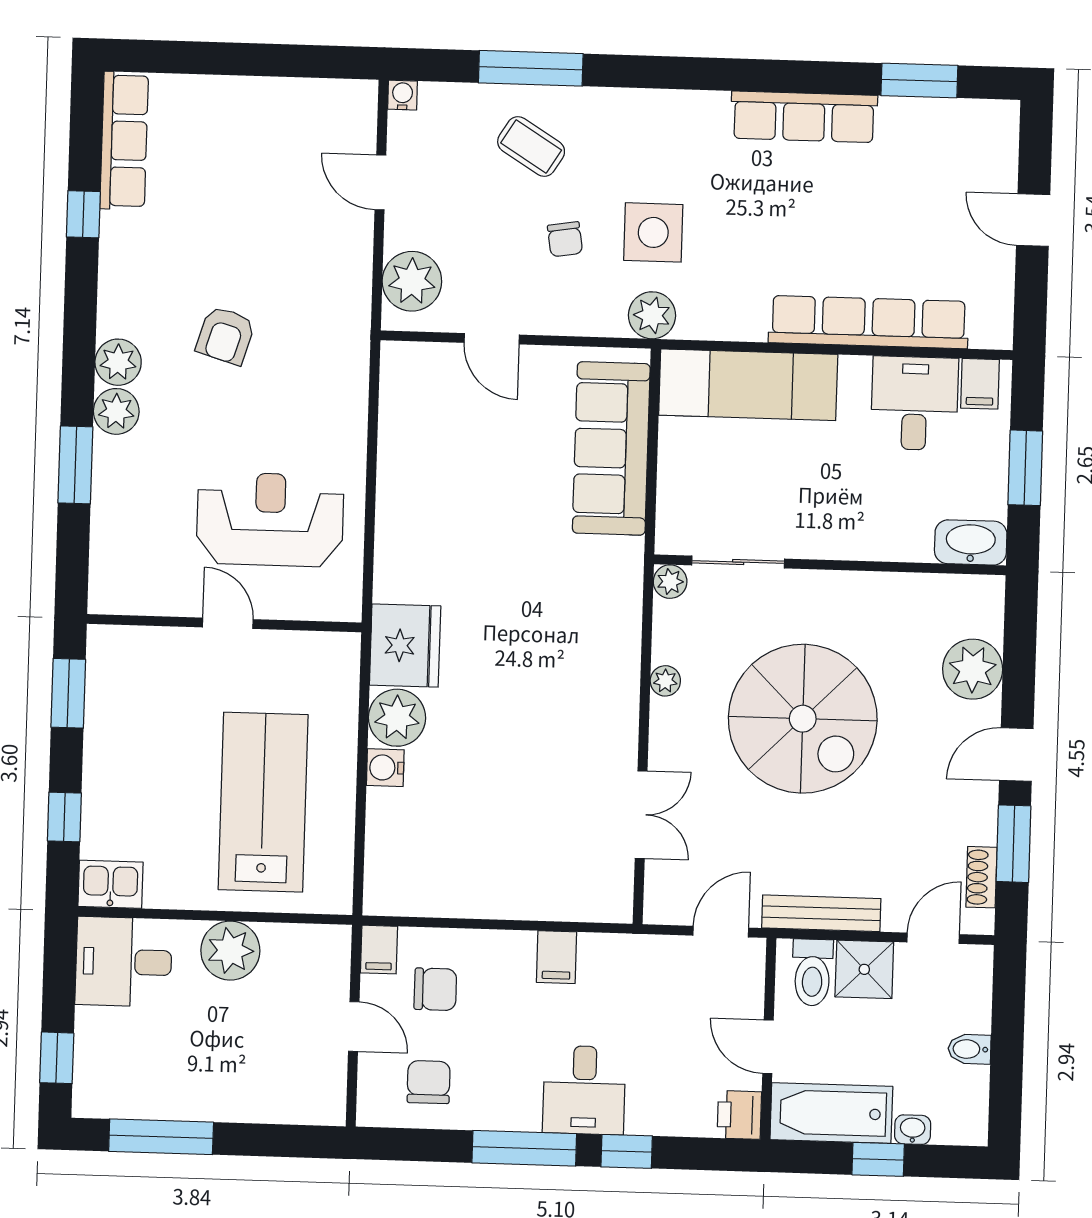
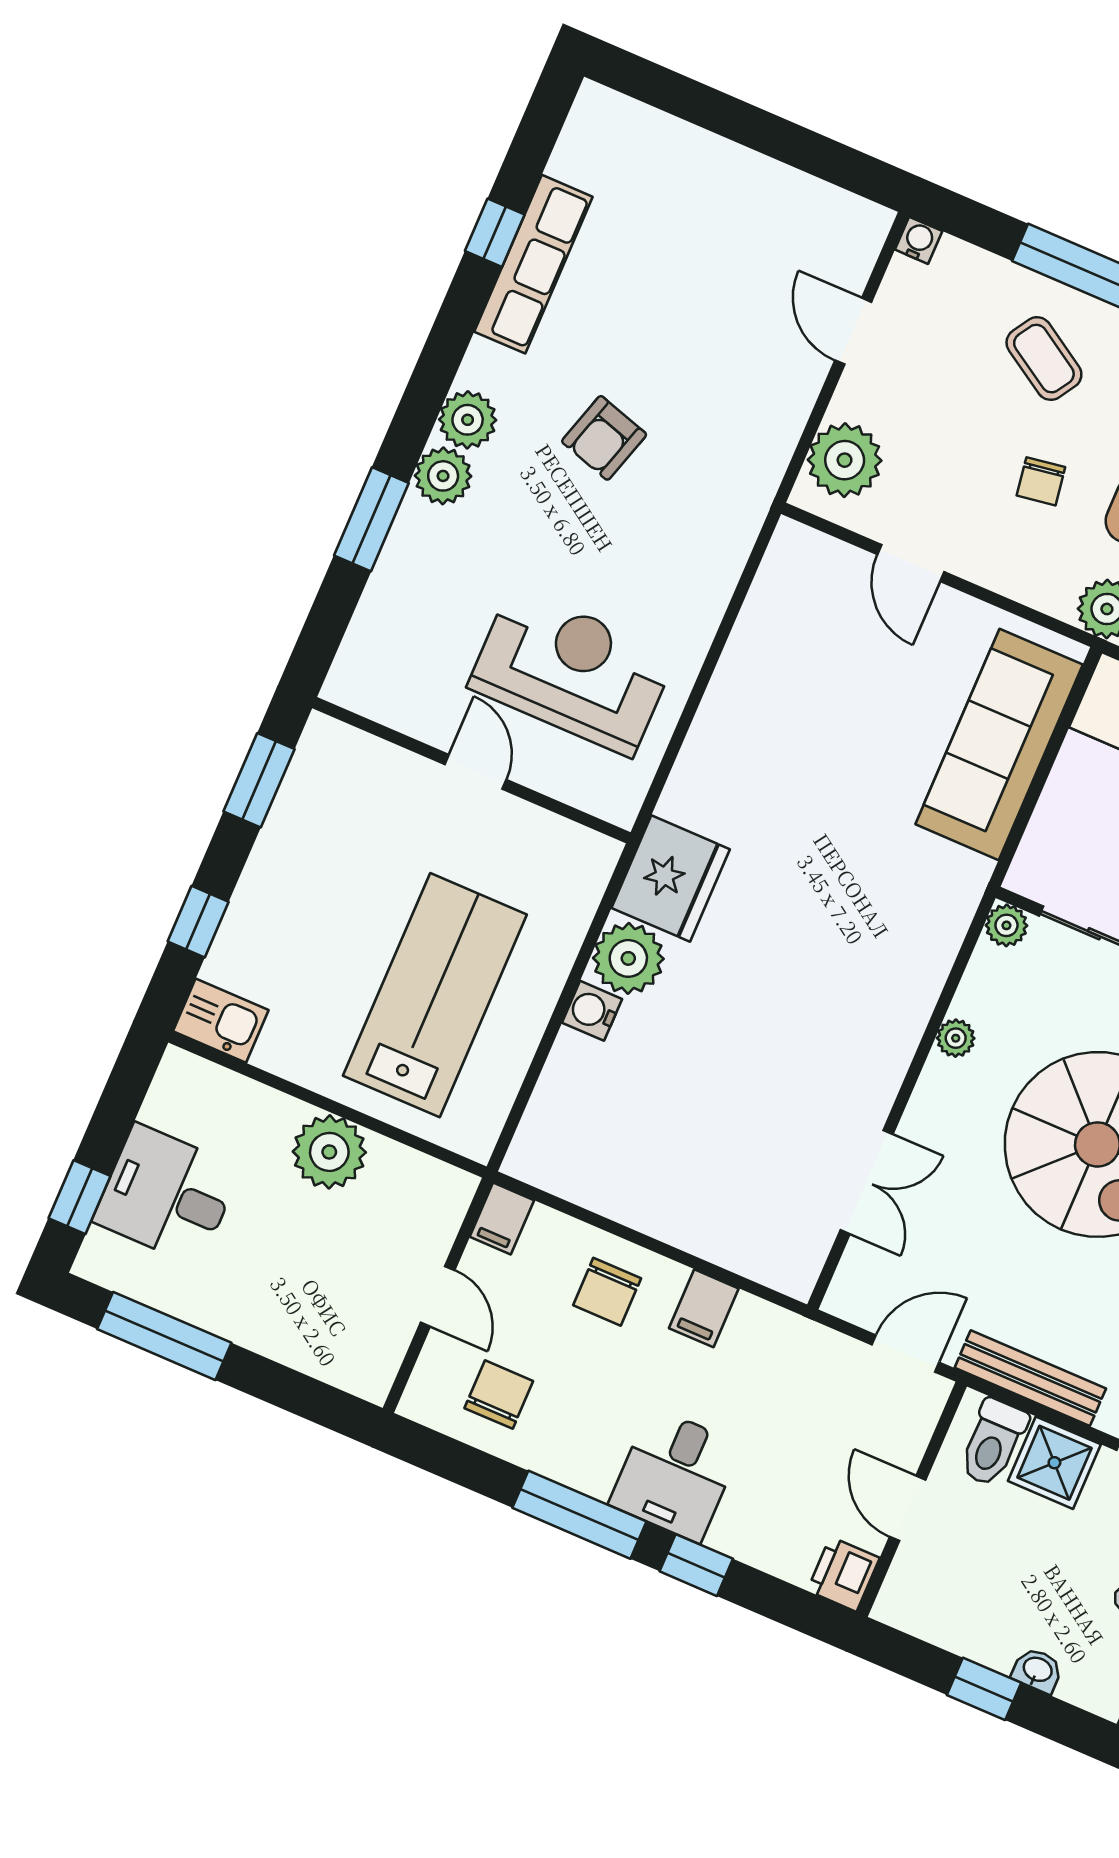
row of seats: (124, 141) -> (533, 264), moved
desk: (124, 962) -> (167, 1195), moved
chair: (435, 989) -> (607, 1292), moved, turned 90
bathtub: (831, 1113) -> (951, 1614), removed

